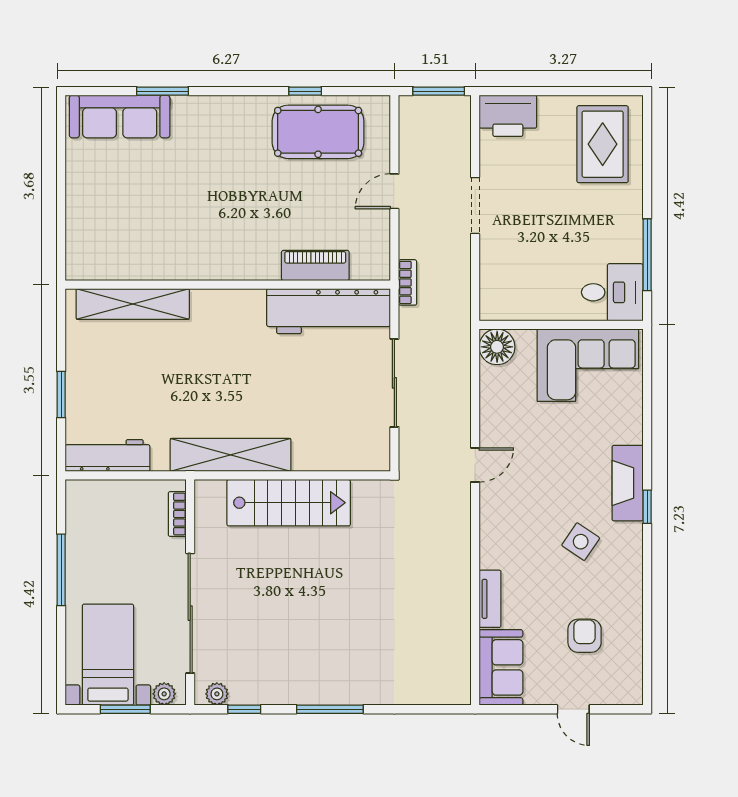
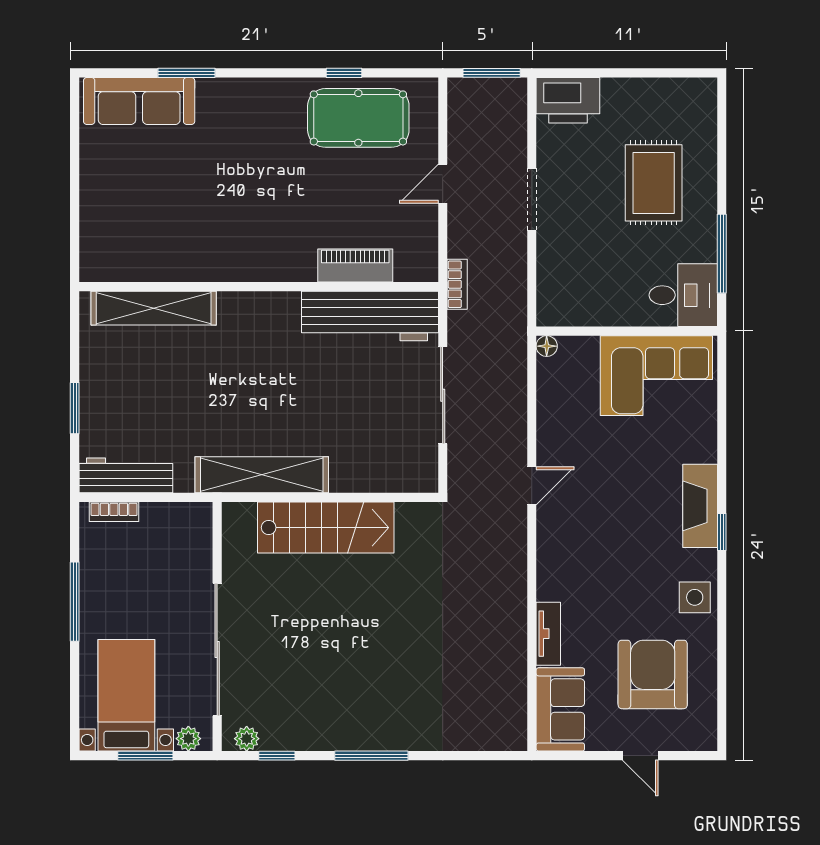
rug: (603, 144) -> (654, 183), moved
floor lamp: (497, 347) -> (547, 346), width x0.53, depth x0.53
bookcase: (177, 514) -> (114, 512), moved, turned -90
side table: (581, 542) -> (695, 597), moved, turned -34
armchair: (585, 636) -> (653, 674), width x1.88, depth x1.88

